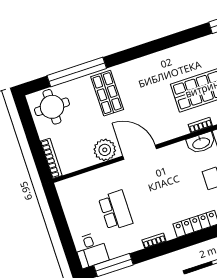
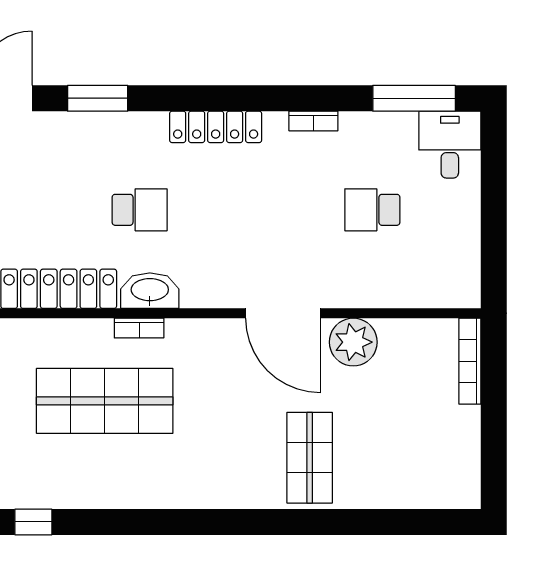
window: (77, 72) -> (358, 522), removed
round table: (52, 107) -> (433, 467), removed
school desk: (116, 210) -> (372, 210), width x0.54

